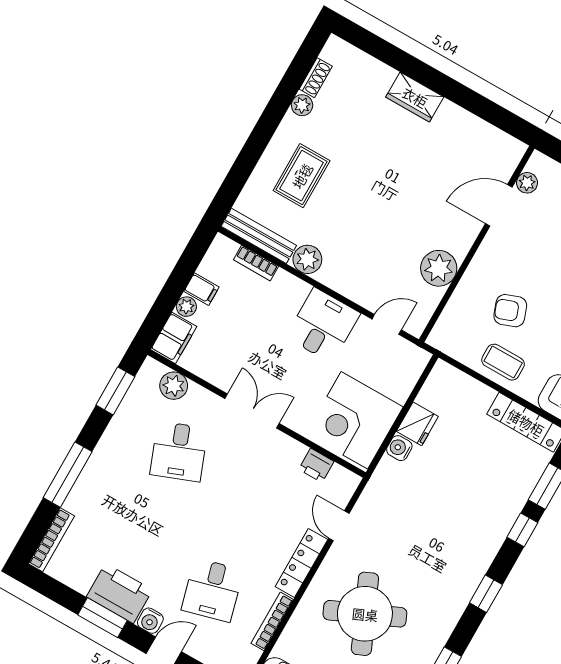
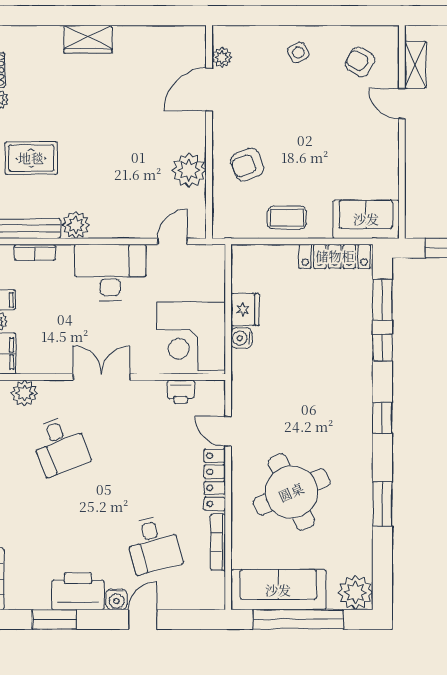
rug: (302, 176) -> (31, 158), turned 90
armchair: (510, 311) -> (247, 165), moved
desk: (323, 325) -> (110, 272), width x1.37
window: (102, 618) -> (54, 619), moved

